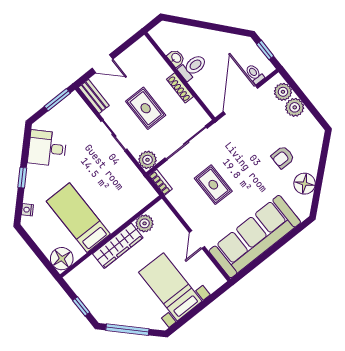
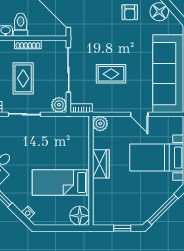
rug: (146, 108) -> (23, 78), turned 90
plant: (145, 223) -> (100, 124), moved
wardrobe: (118, 246) -> (101, 164), width x0.67

